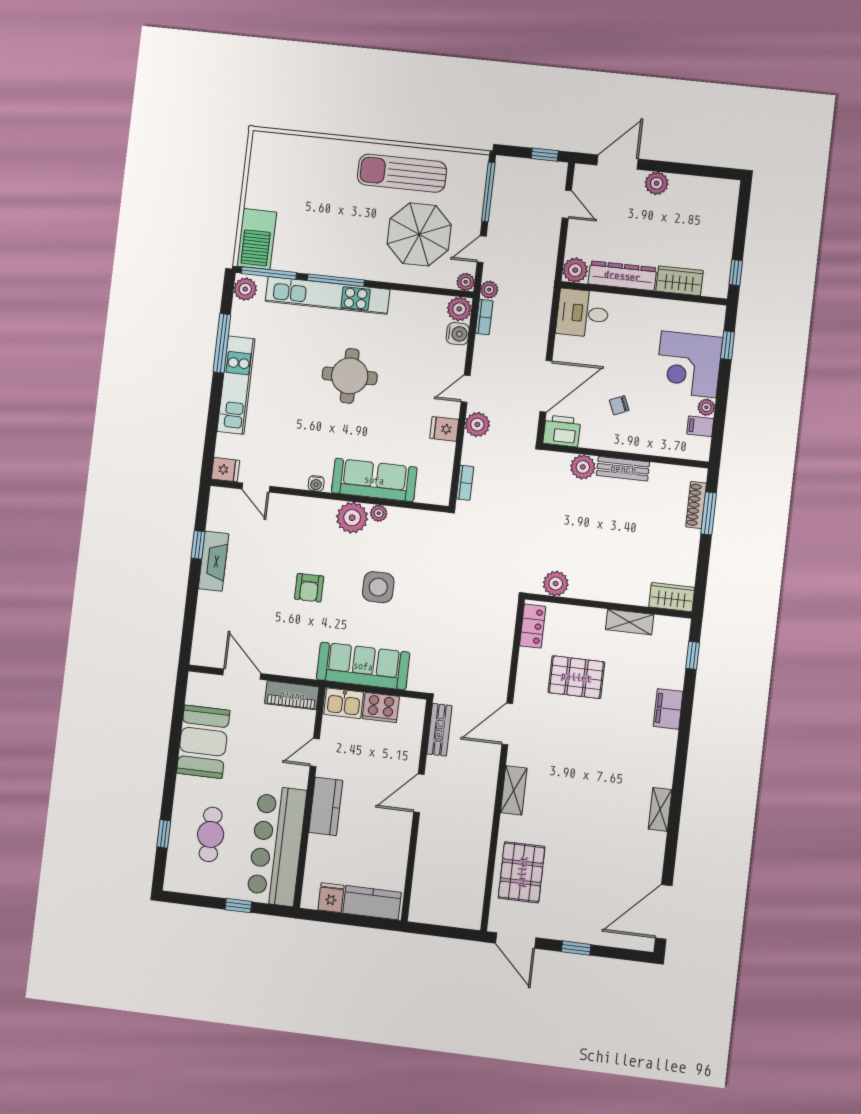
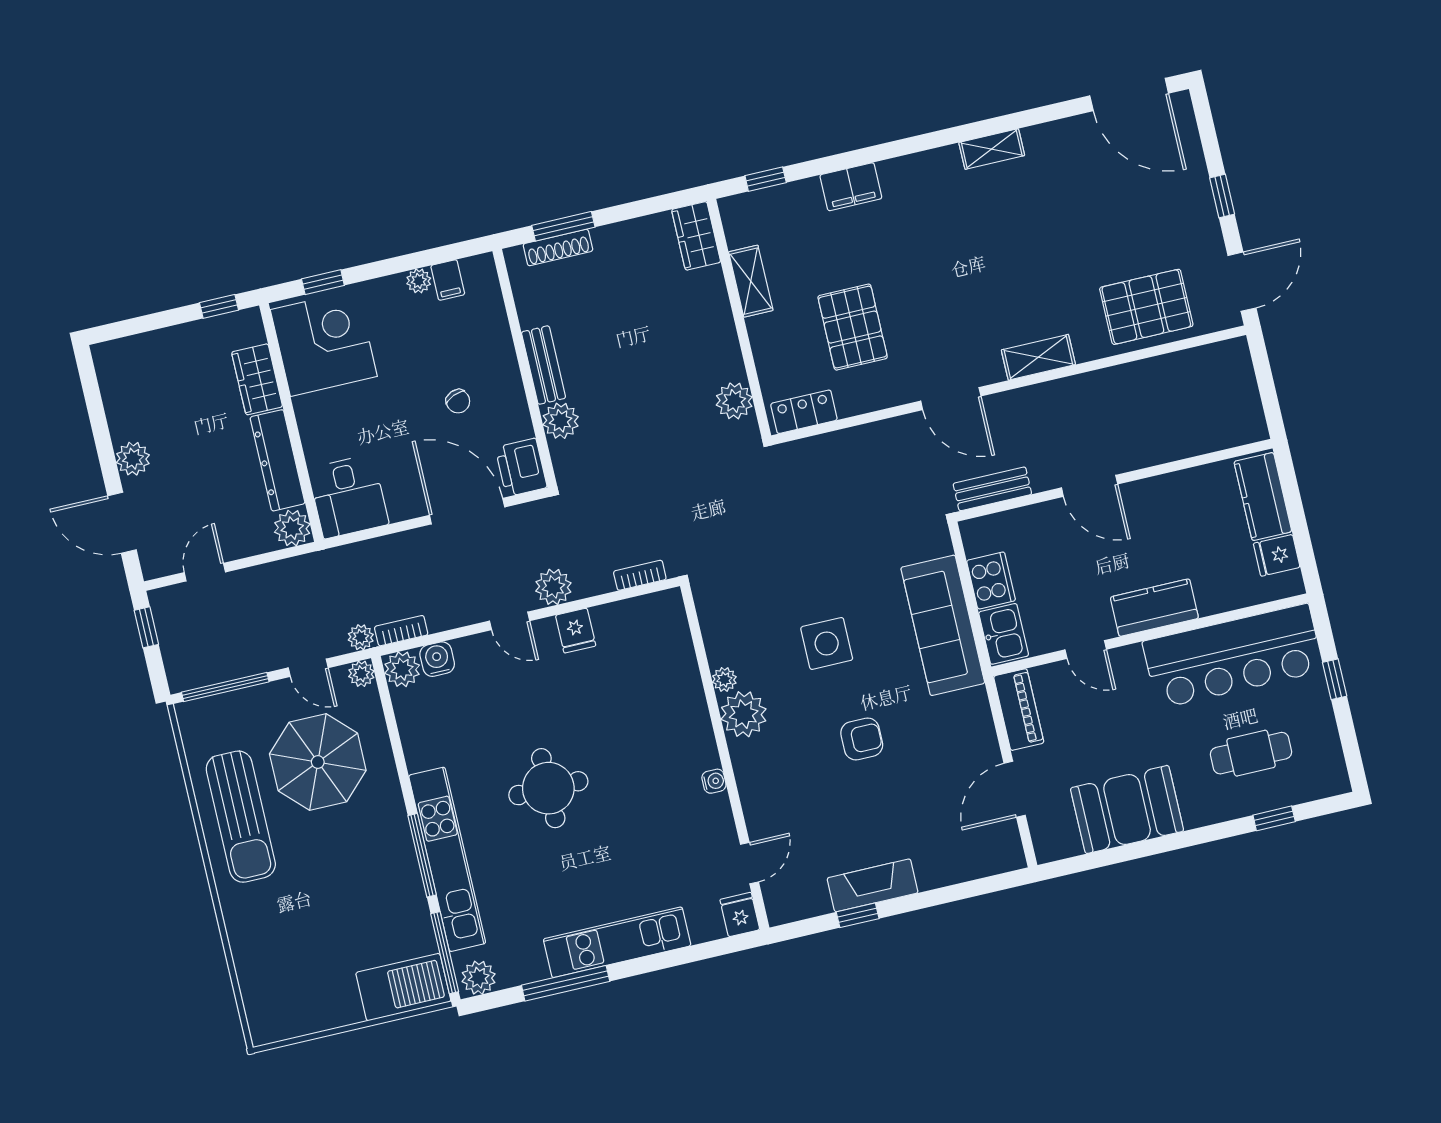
corner desk: (689, 364) -> (324, 343), moved, turned -90
sofa: (374, 480) -> (681, 702), removed

